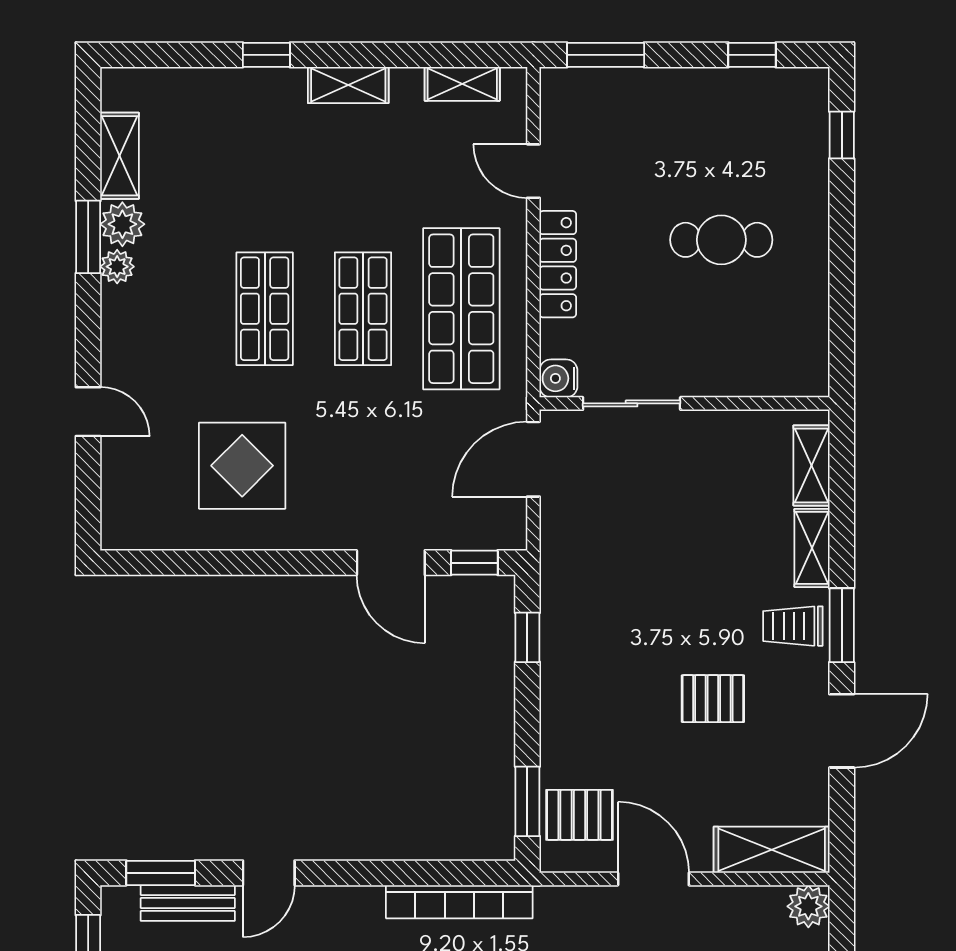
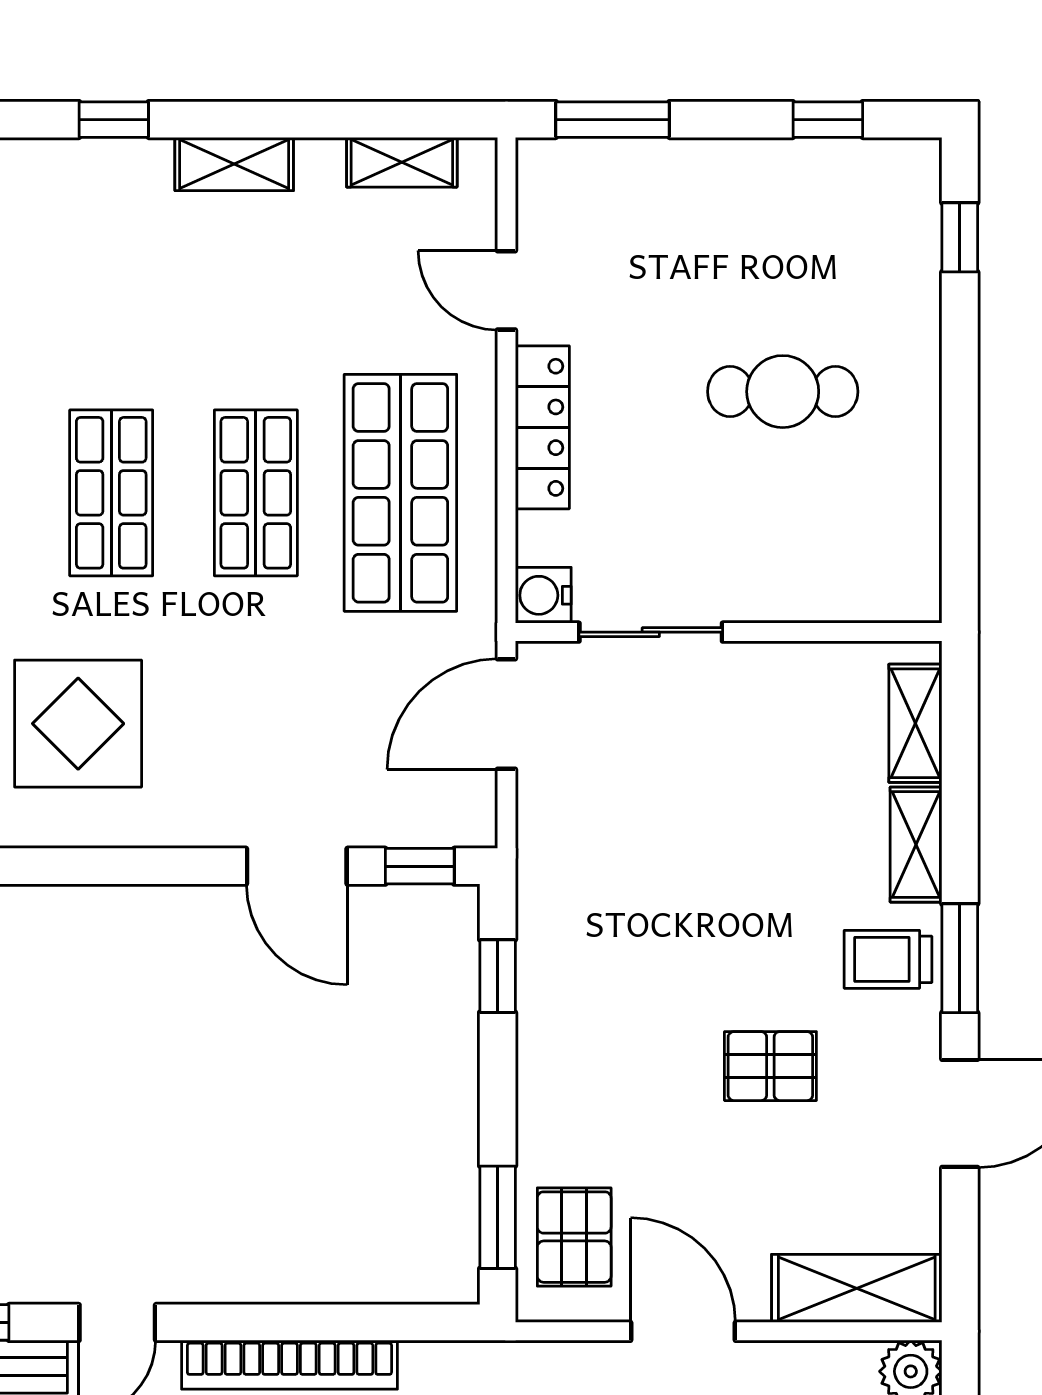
pallet: (579, 815) -> (574, 1237), turned 90
bookcase: (459, 902) -> (289, 1365), moved

